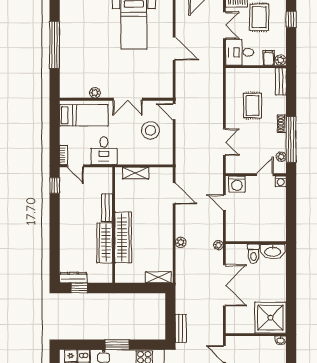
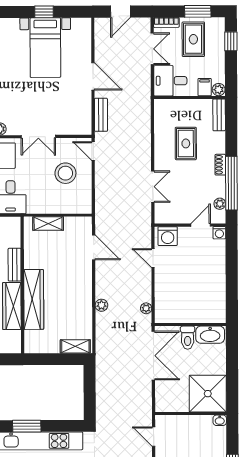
wall: (256, 243) -> (190, 325), moved
washbasin: (273, 251) -> (210, 335), moved
toilet: (254, 254) -> (188, 338), moved
bench: (181, 329) -> (101, 115), moved

